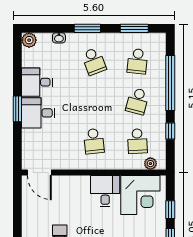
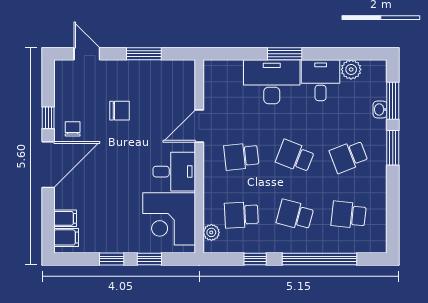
window: (134, 28) -> (393, 101), moved
plant: (29, 40) -> (351, 69), moved
school desk: (94, 101) -> (295, 156), added
desk: (38, 113) -> (272, 82), width x1.37
door: (39, 173) -> (199, 126), moved
window: (17, 214) -> (144, 54), added

